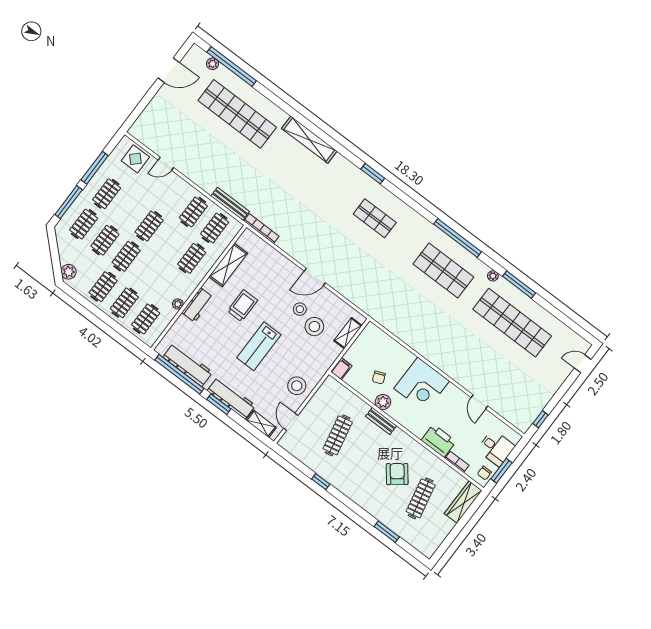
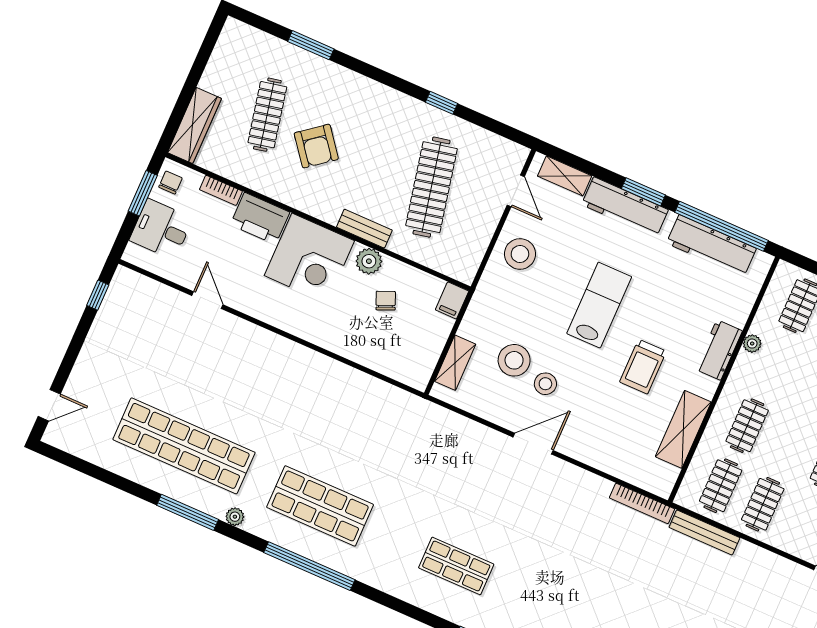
corner desk: (422, 385) -> (309, 258), moved, turned 180
clothes rail: (338, 435) -> (431, 187), width x1.37, depth x1.31

